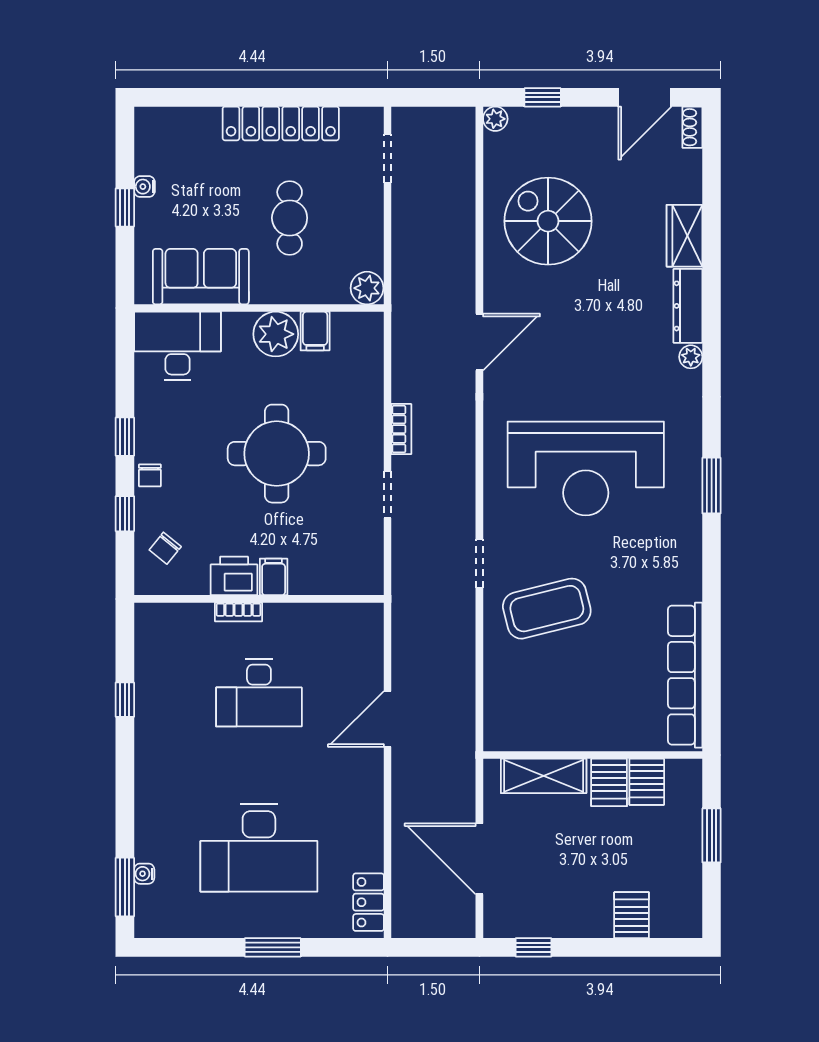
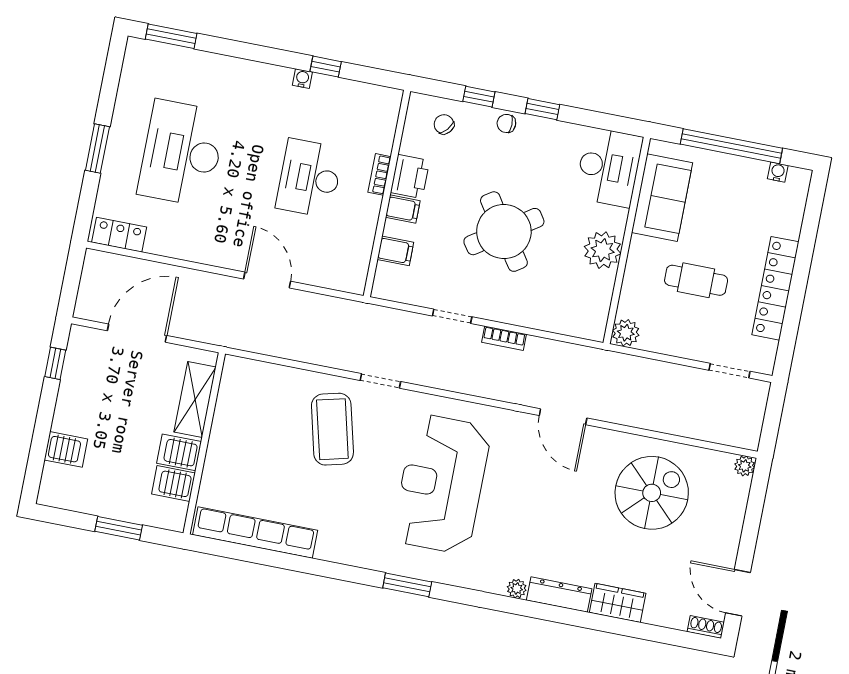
window: (543, 97) -> (755, 508), removed
water cooler: (144, 187) -> (778, 172), moved
window: (125, 207) -> (731, 146), width x3.17
filing cabinet: (315, 331) -> (395, 251), moved, turned 180
round table: (277, 454) -> (504, 232), turned -34
water cooler: (144, 874) -> (302, 79), moved

